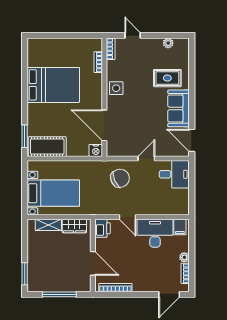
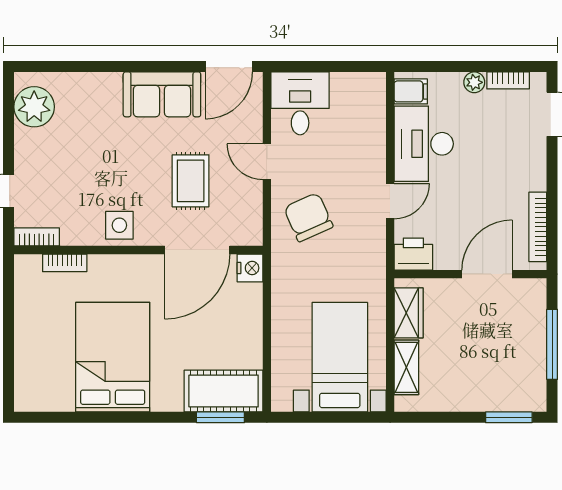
plant: (168, 43) -> (34, 107), width x1.88, depth x1.88
rug: (167, 78) -> (191, 181), moved
cot: (47, 147) -> (224, 391), moved, turned 90

